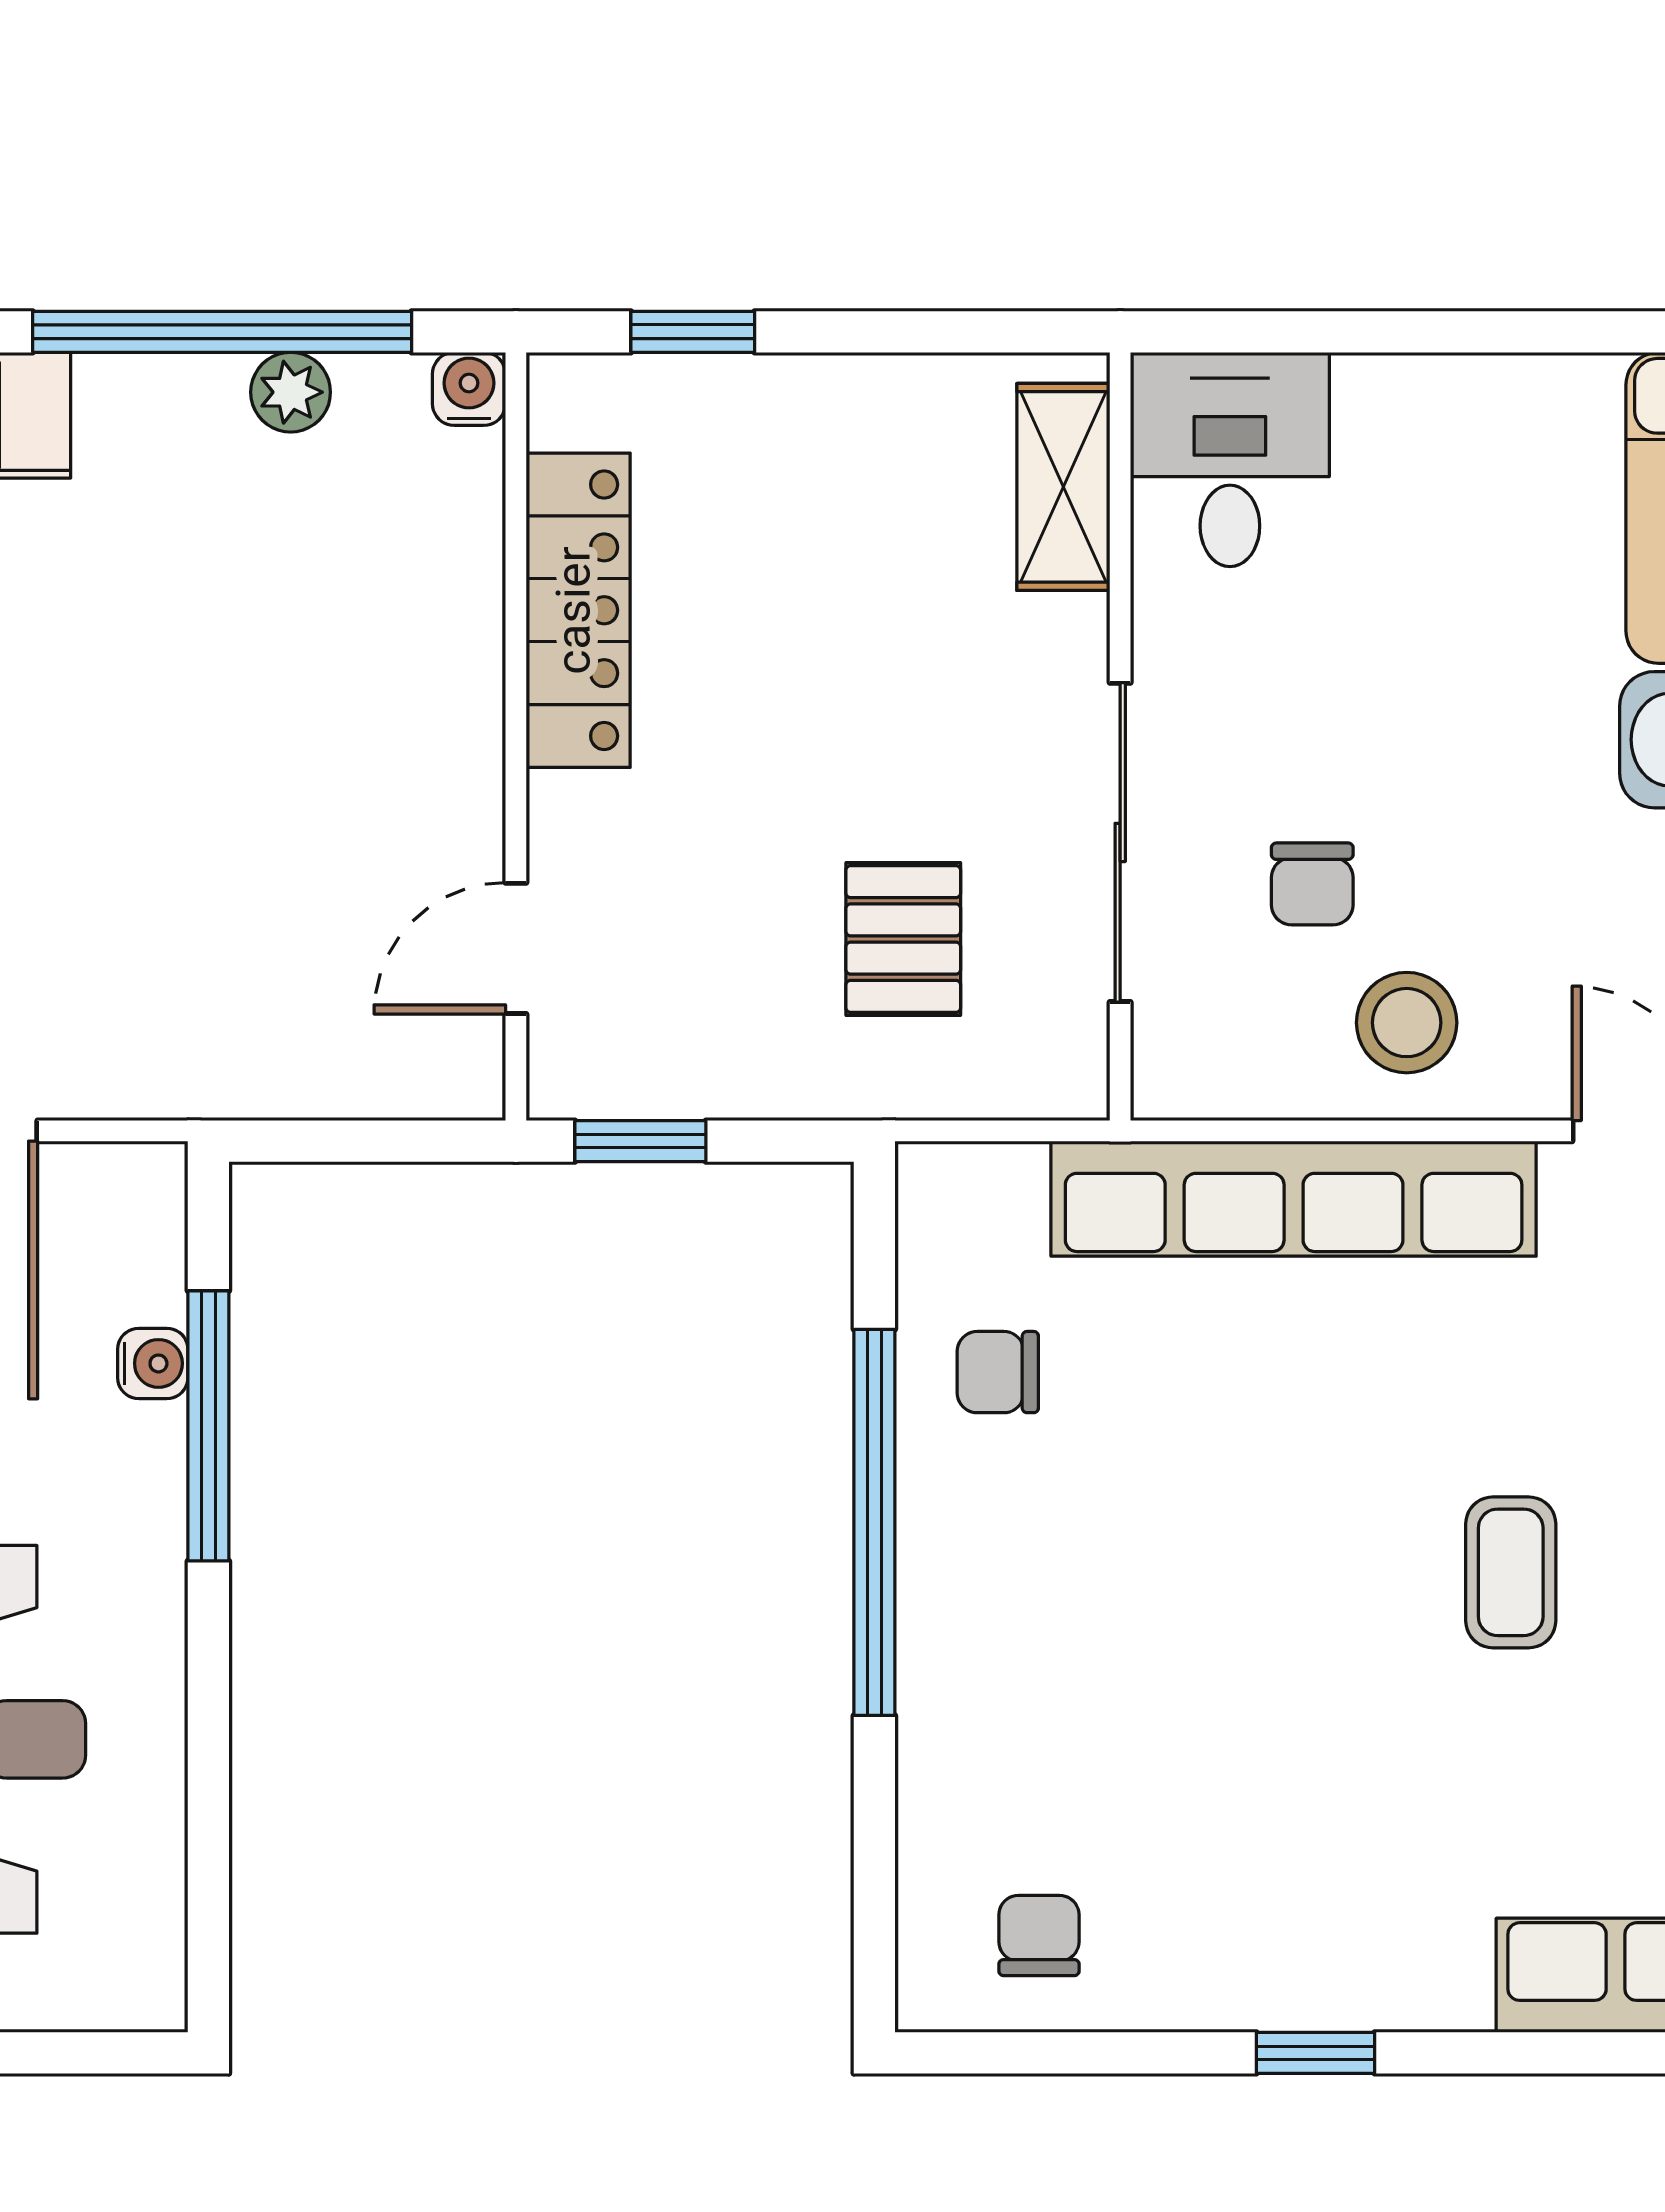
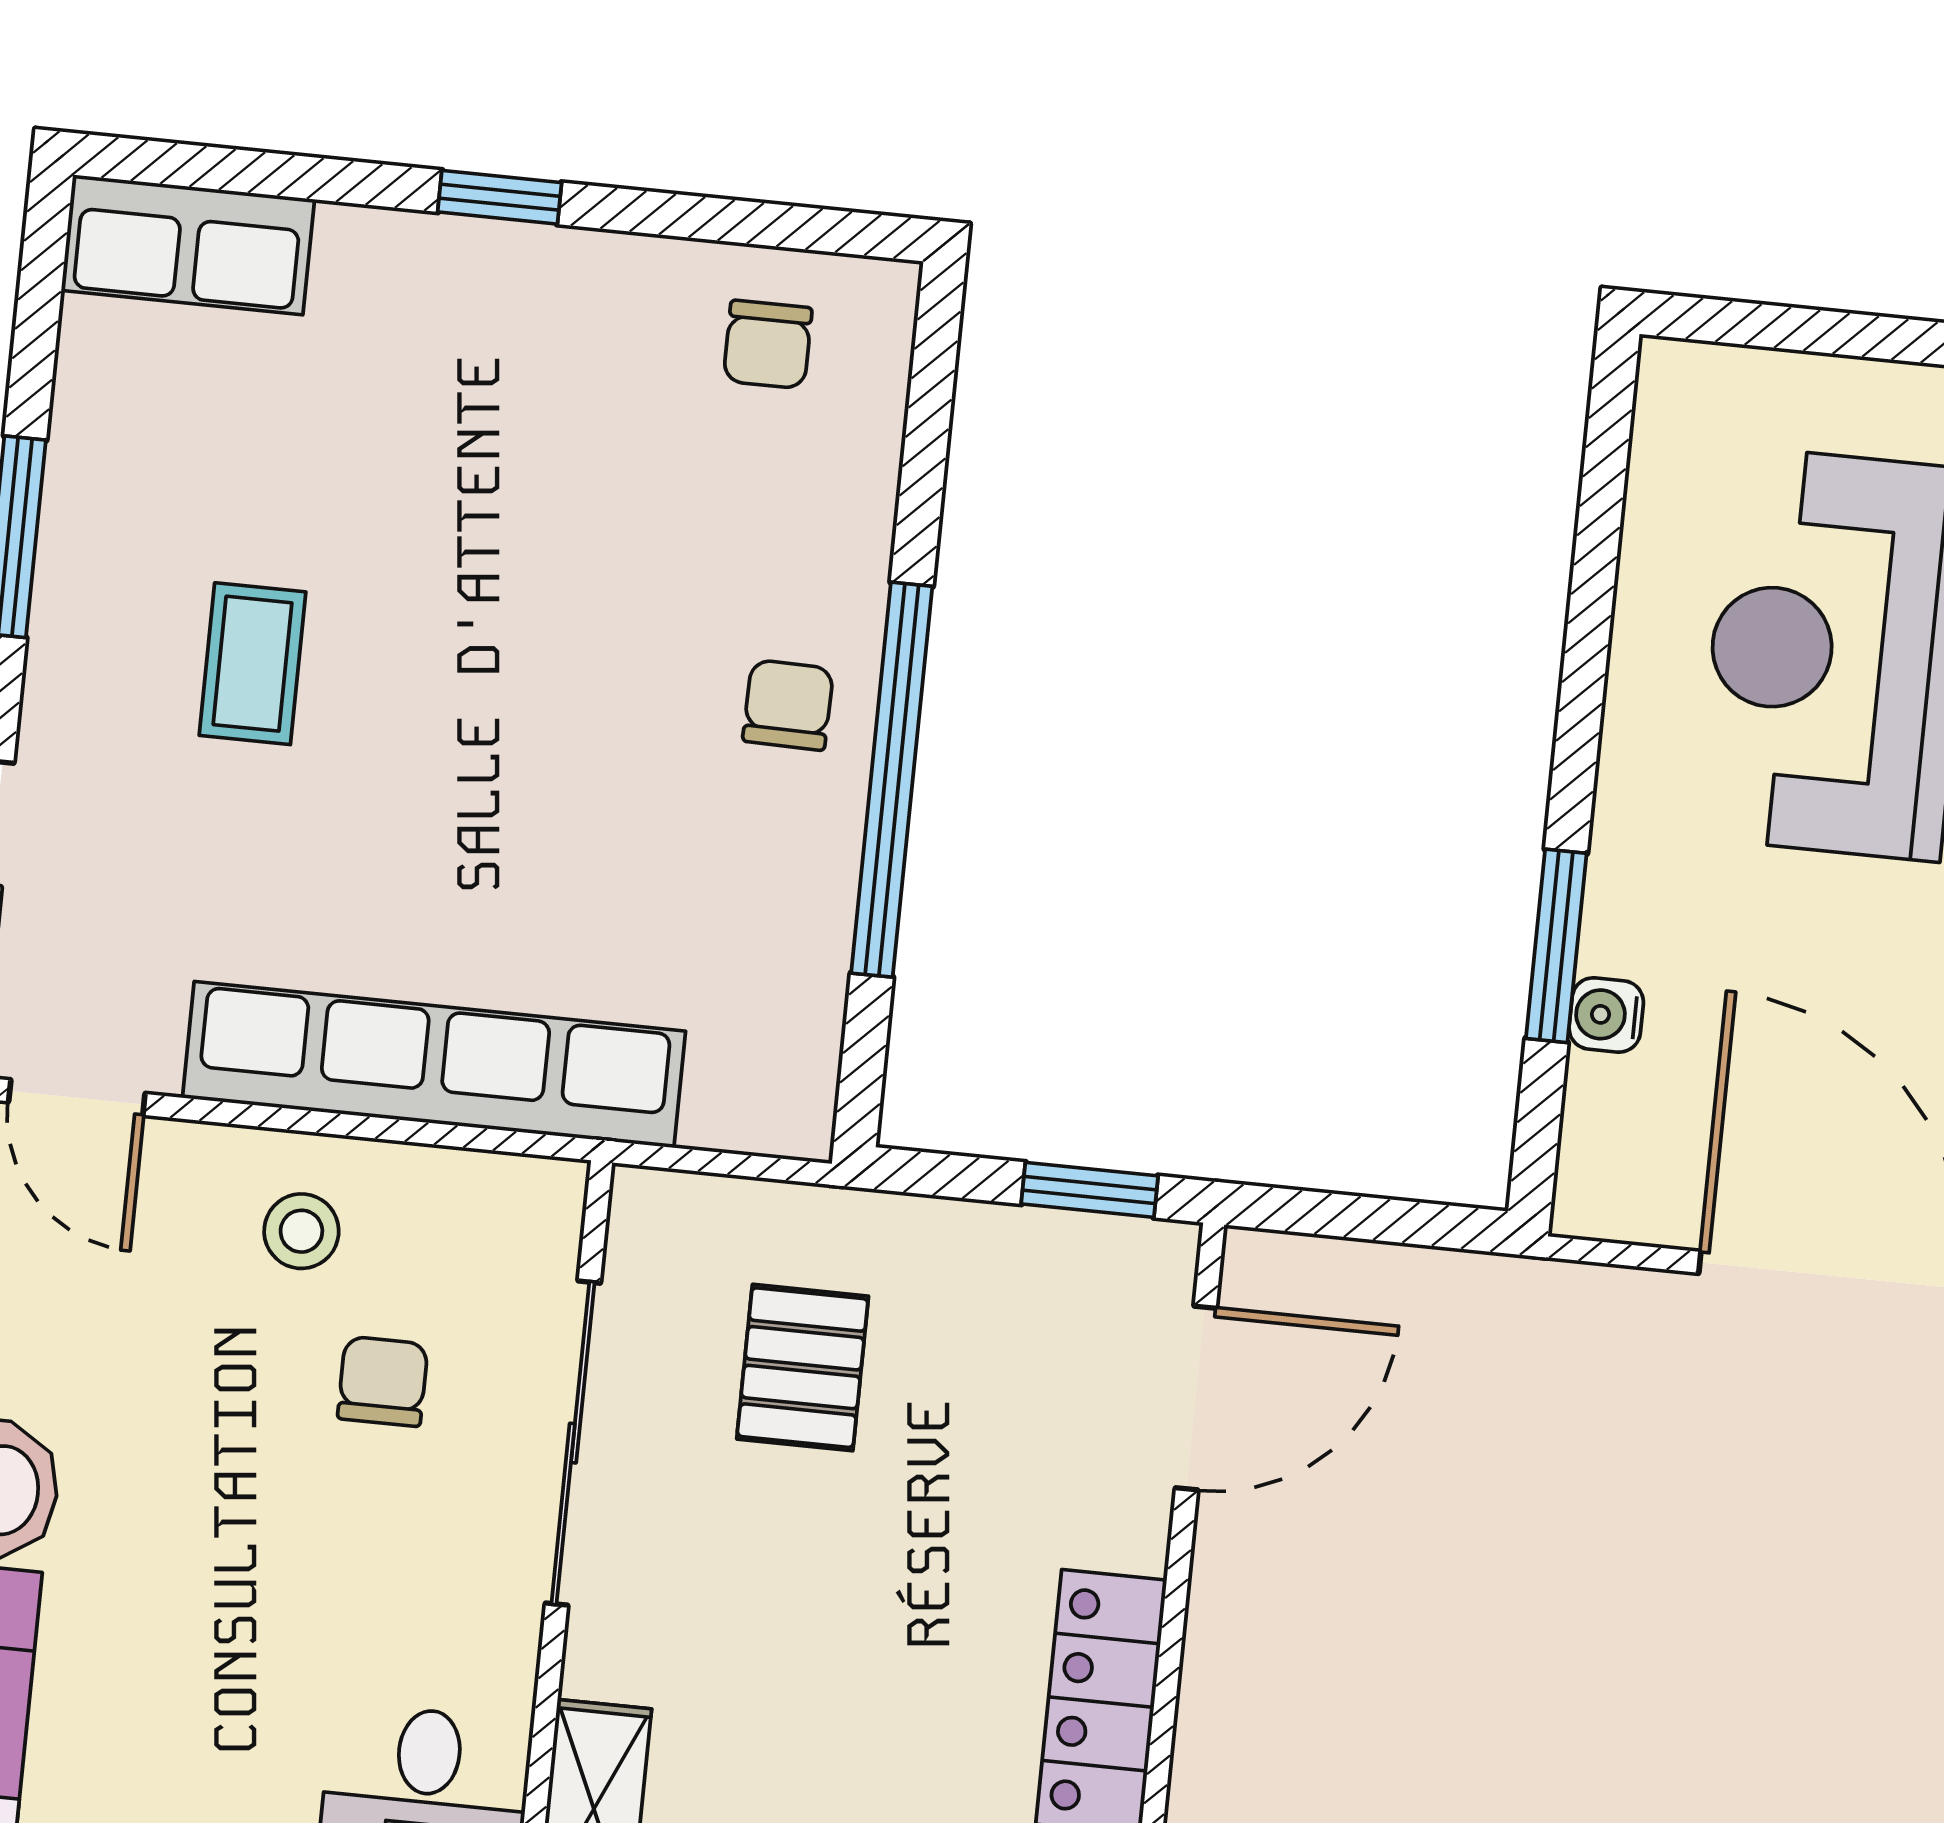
door: (516, 948) -> (1196, 1398), width x1.38
stool: (1407, 1023) -> (301, 1231), width x0.73, depth x0.73
chair: (998, 1372) -> (788, 705), moved, turned -89
window: (208, 1426) -> (1556, 946), width x0.69

